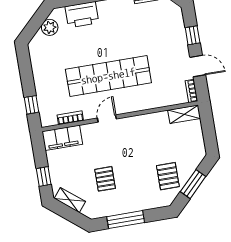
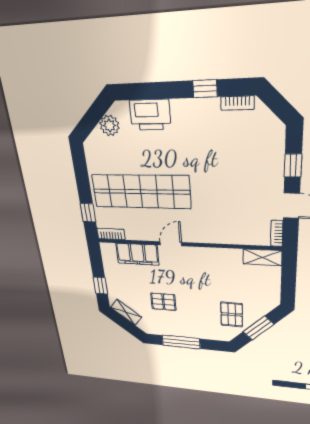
shop shelf: (108, 76) -> (141, 192), moved
bookcase: (70, 118) -> (111, 234), moved
filing cabinet: (62, 138) -> (137, 254), moved
pallet: (105, 179) -> (163, 302), turned 90

